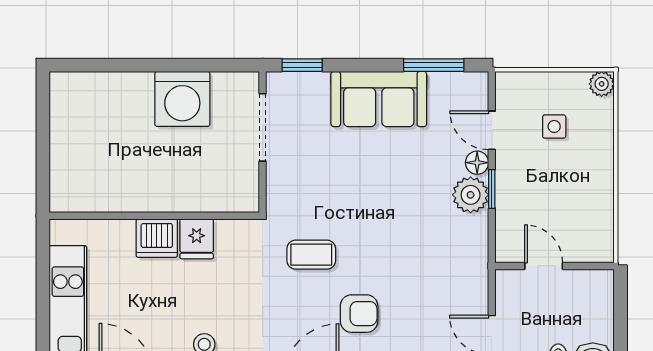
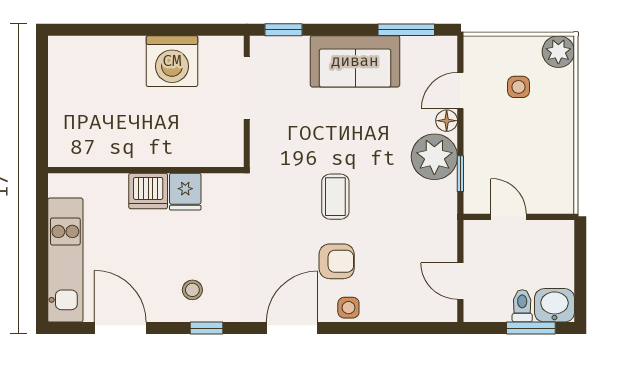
plant: (602, 84) -> (558, 52), width x1.38, depth x1.38
door: (492, 130) -> (460, 90), hinge flipped
window: (492, 189) -> (460, 174), moved
plant: (471, 195) -> (434, 157), width x1.36, depth x1.36
coffee table: (311, 255) -> (335, 197), moved, turned 90

